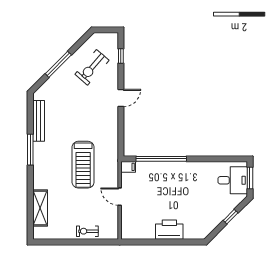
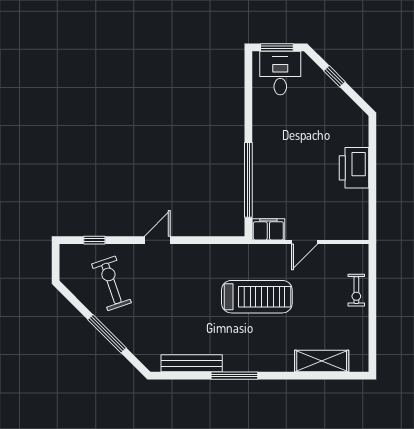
exercise bike: (92, 67) -> (111, 283), turned -150
door: (121, 98) -> (157, 240), hinge flipped
filing cabinet: (128, 167) -> (268, 229), width x2.00

